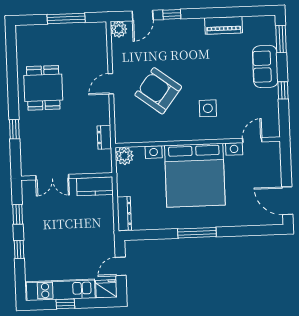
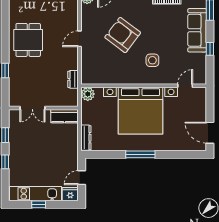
sofa: (265, 66) -> (197, 30), width x1.36
armchair: (158, 91) -> (123, 35), moved

